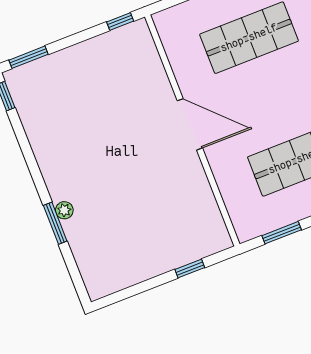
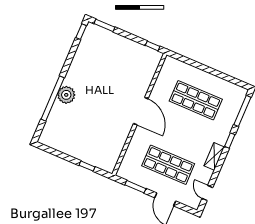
plant: (64, 210) -> (66, 95), width x1.88, depth x1.88
window: (55, 223) -> (53, 99), width x2.11

